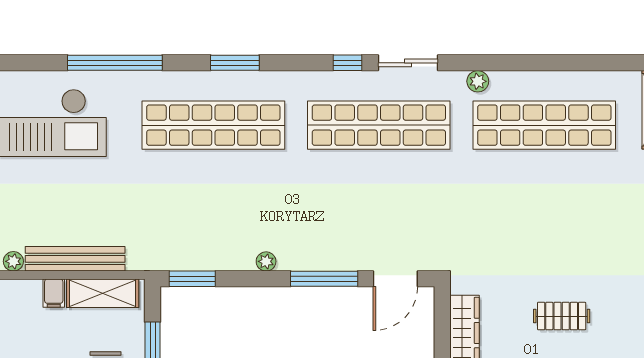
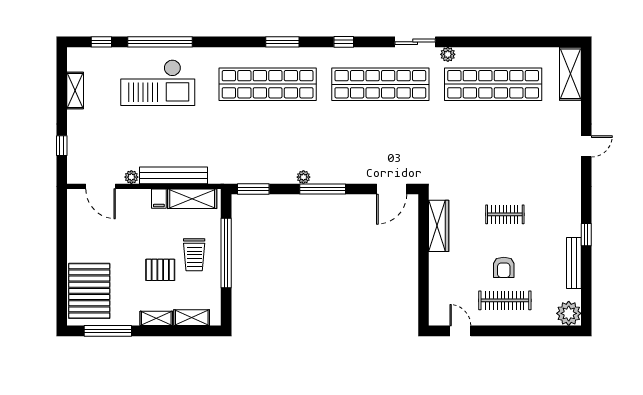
window: (115, 63) -> (160, 42), moved
window: (348, 63) -> (344, 42), moved
sliding door: (408, 63) -> (415, 42), moved
window: (324, 279) -> (323, 189), moved

